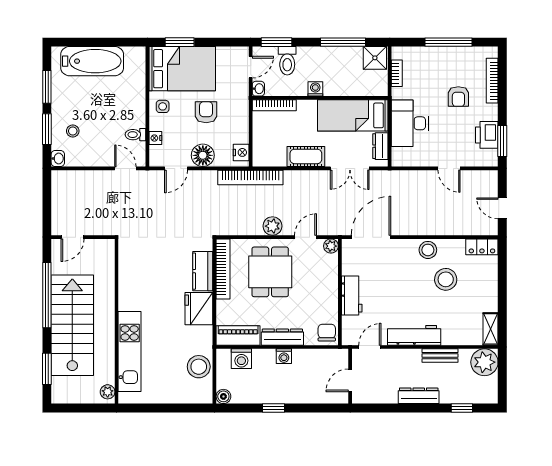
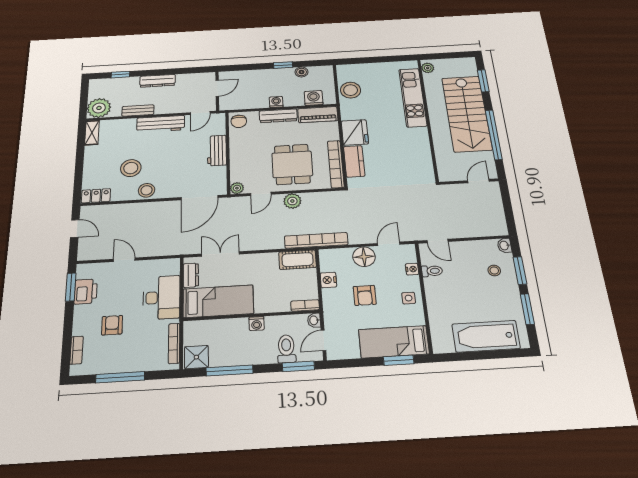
bed: (182, 69) -> (394, 342), width x0.67
bookcase: (397, 73) -> (174, 343), width x1.56
bookcase: (492, 81) -> (77, 350), width x0.64
bookcase: (274, 105) -> (305, 305), width x0.64
nightstand: (241, 152) -> (328, 280), moved
cot: (306, 156) -> (297, 260), moved
boiler: (223, 396) -> (301, 72), moved

